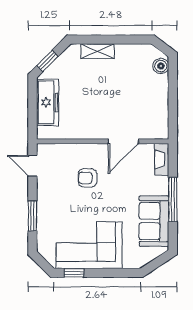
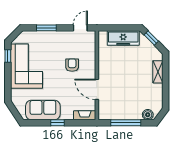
window: (173, 99) -> (126, 123), added
window: (173, 200) -> (57, 123), width x0.46

